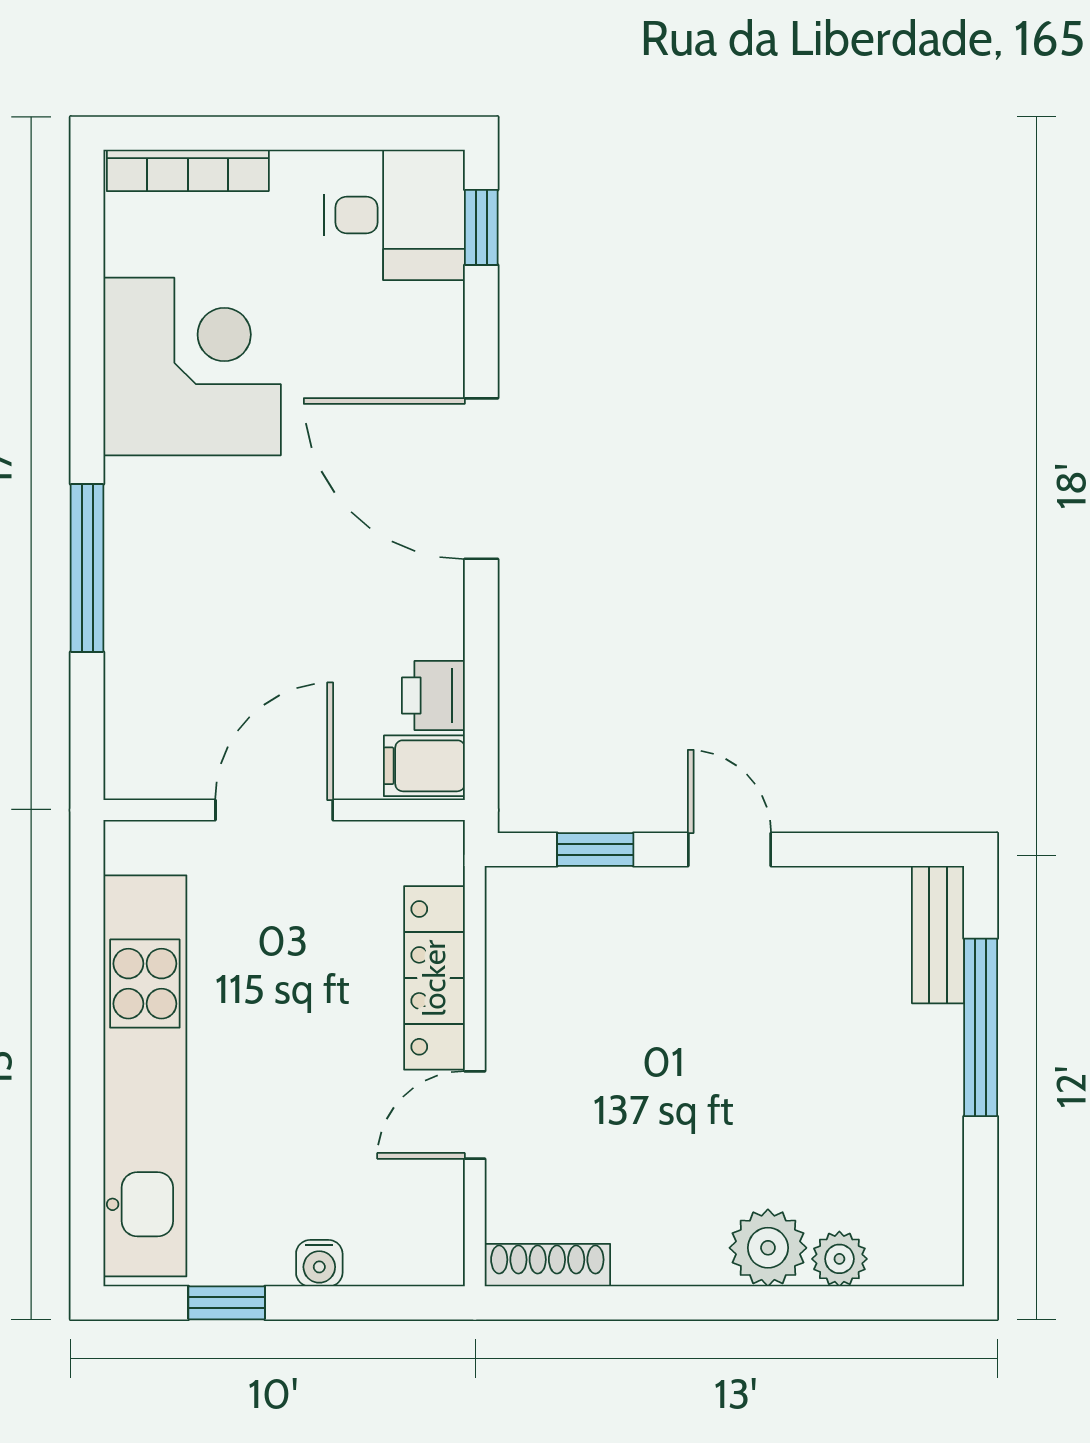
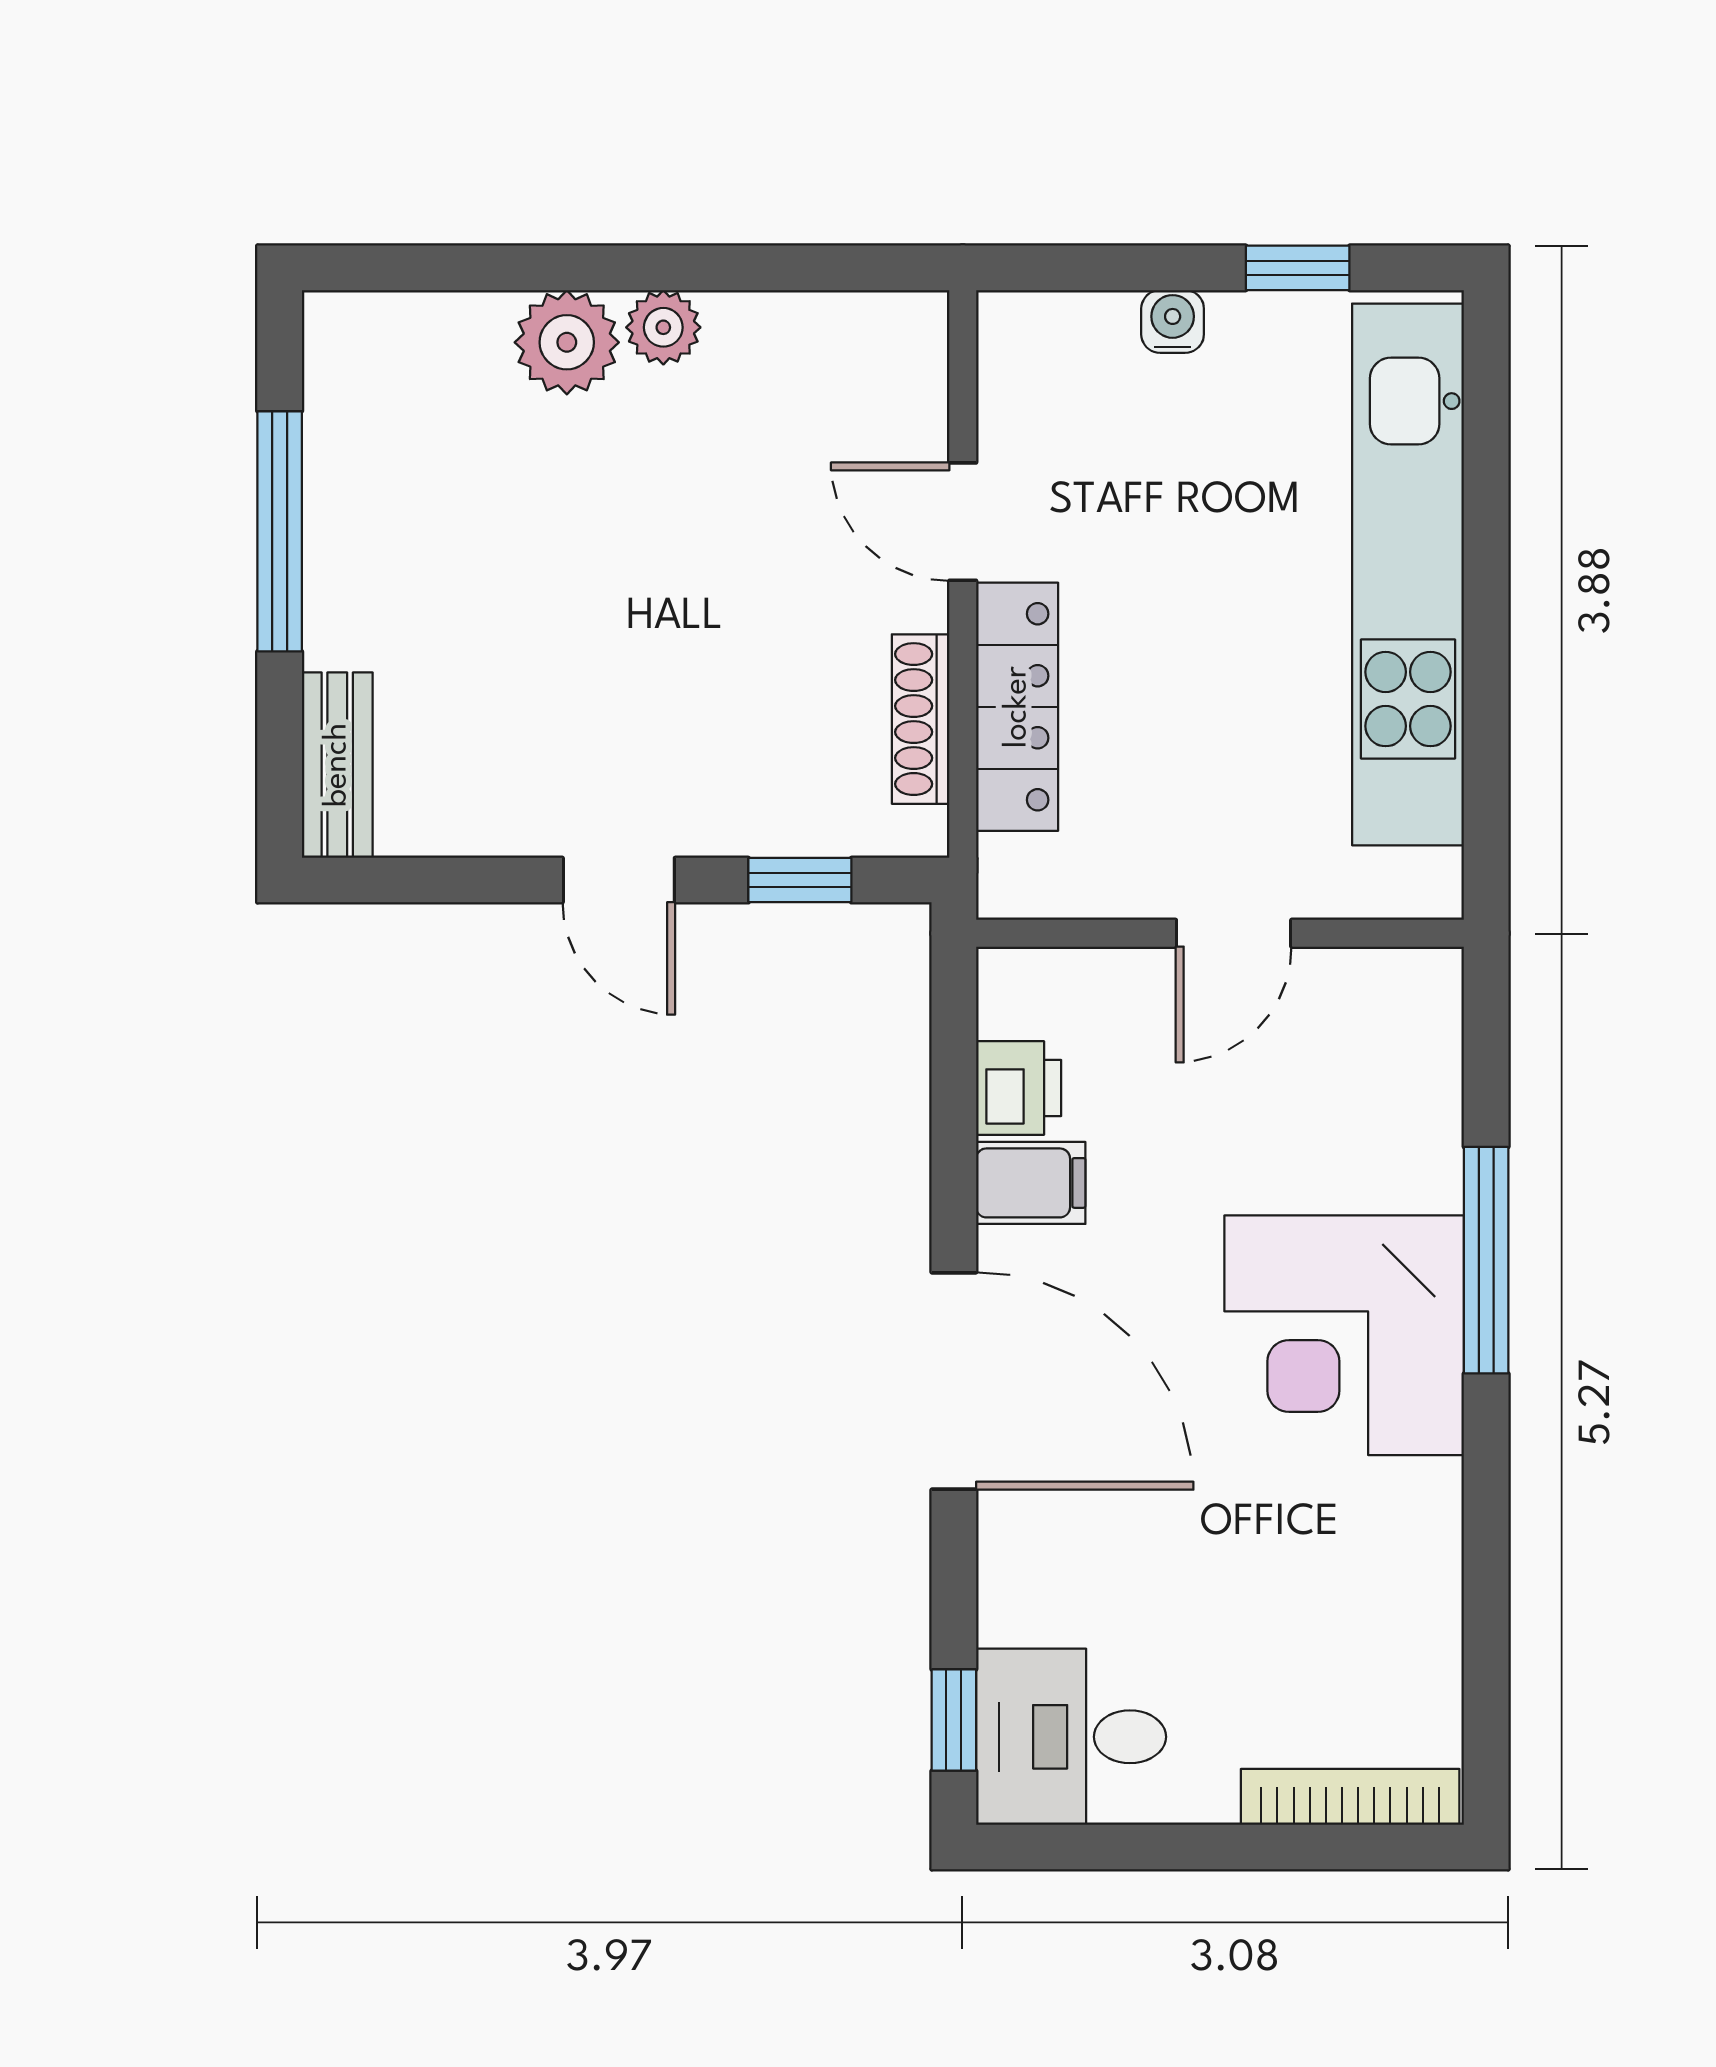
corner desk: (192, 366) -> (1344, 1335), moved
filing cabinet: (424, 766) -> (1031, 1183), moved
door: (274, 810) -> (1234, 933), width x0.73
window: (981, 1027) -> (280, 531), moved
door: (475, 1115) -> (963, 522), swing flipped
plant: (839, 1259) -> (663, 327), moved
shoe rack: (547, 1265) -> (921, 719), moved, turned 90

